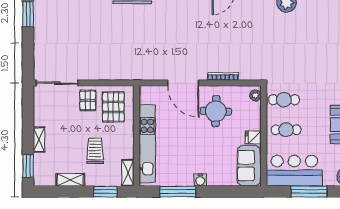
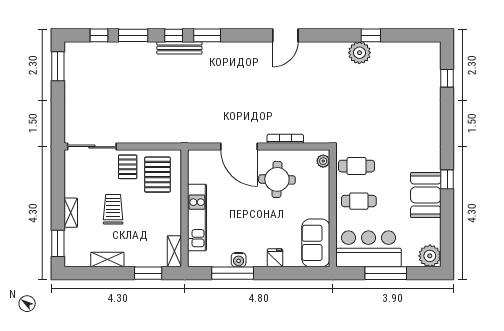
fridge: (253, 137) -> (275, 258), moved, turned 90
kitchen unit: (147, 144) -> (197, 217), width x0.73
trolley: (95, 151) -> (113, 209), moved
water cooler: (200, 180) -> (239, 260), moved

